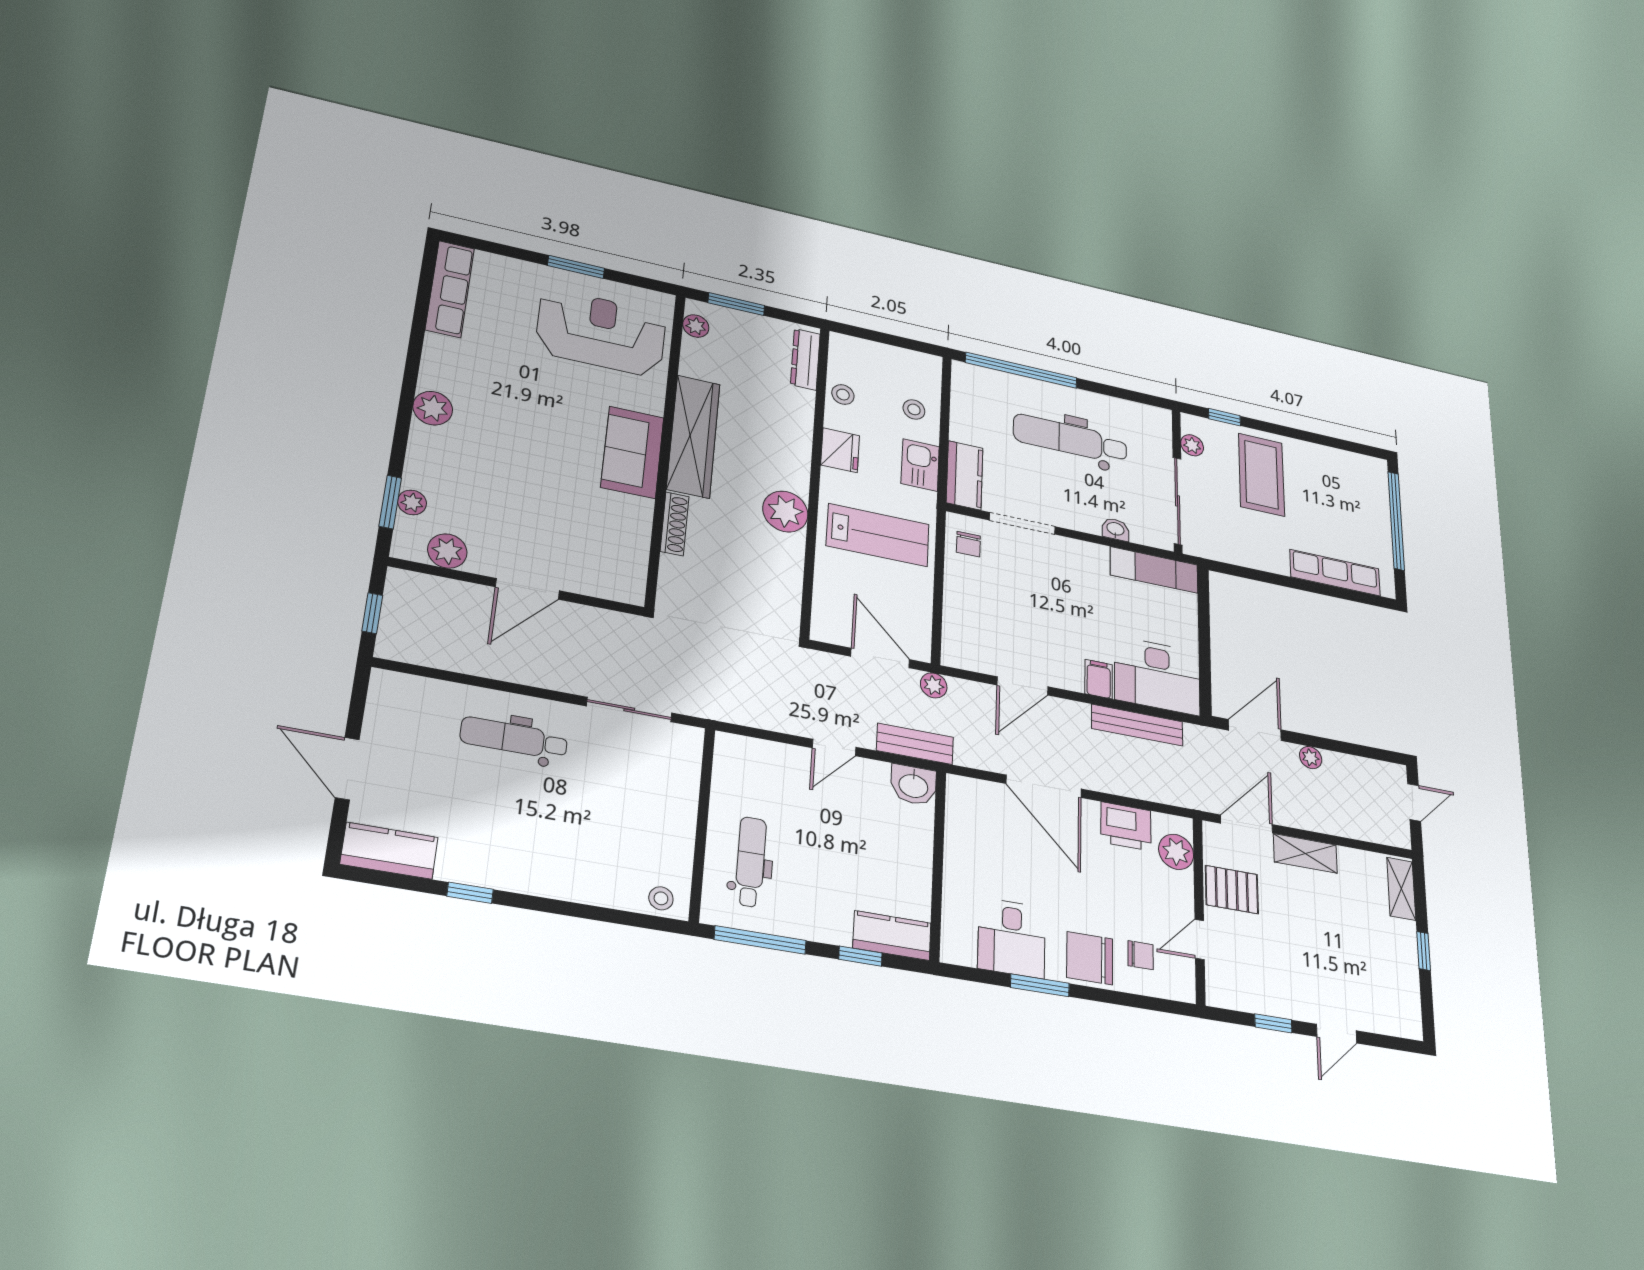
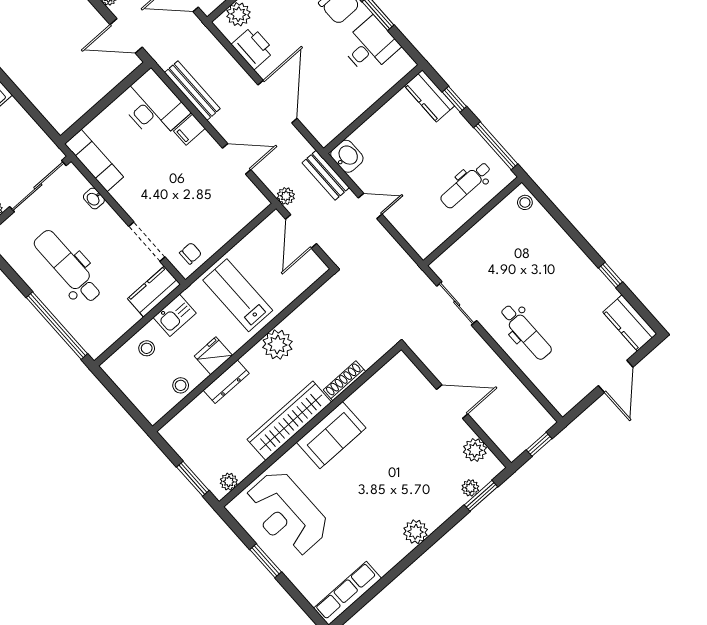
dresser: (805, 359) -> (226, 382), moved
dental chair: (1070, 439) -> (68, 266), turned 180

